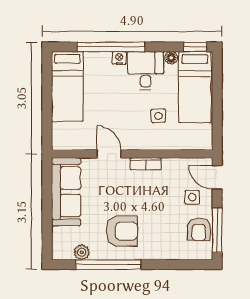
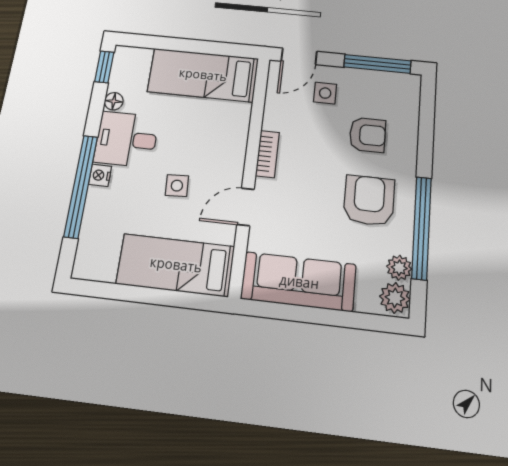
bed: (67, 86) -> (176, 265), moved, turned 180
bed: (195, 87) -> (203, 75), moved, turned 180
side table: (158, 116) -> (177, 186), moved
armchair: (199, 229) -> (368, 135), moved
plant: (63, 251) -> (395, 298), added

